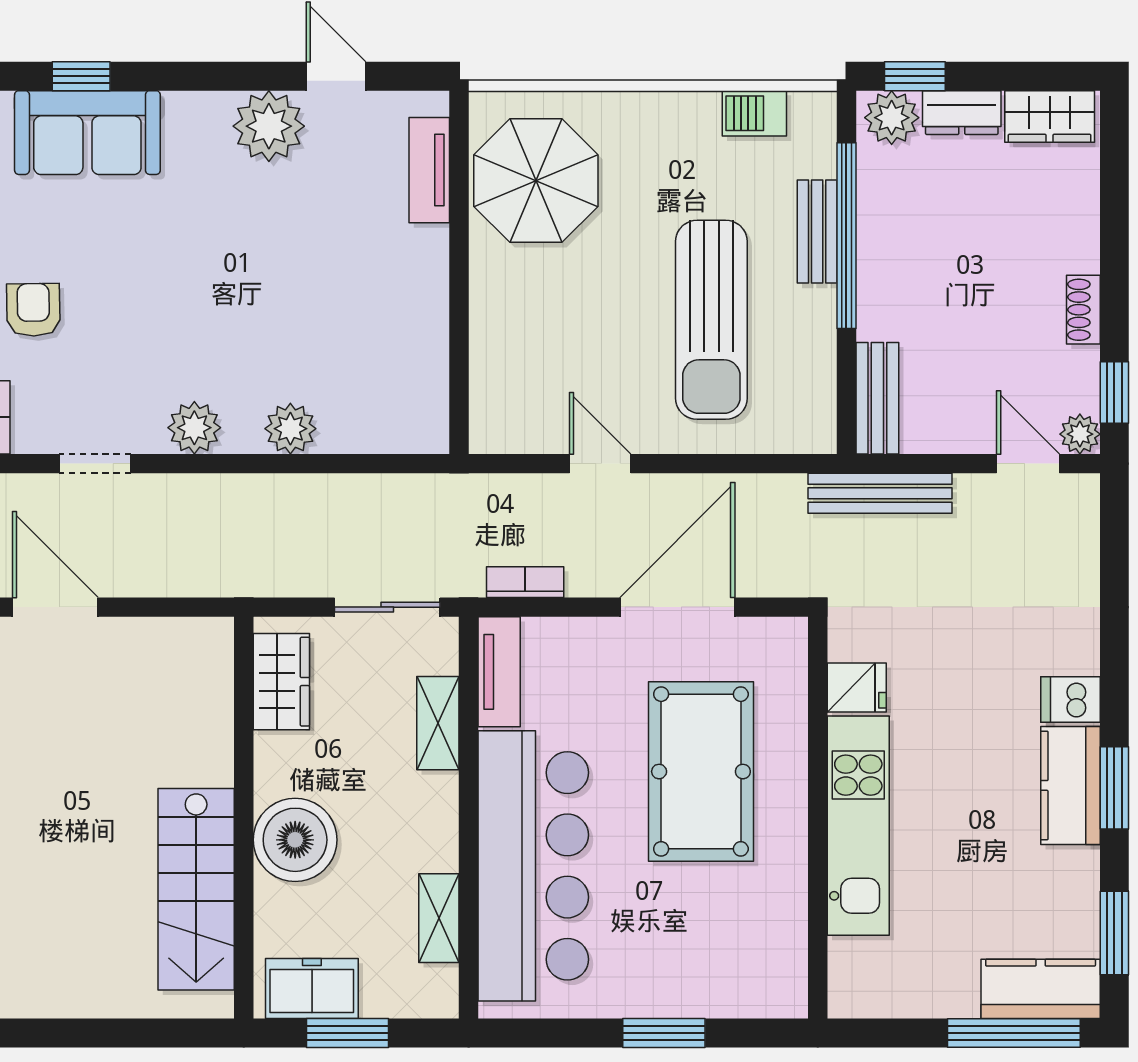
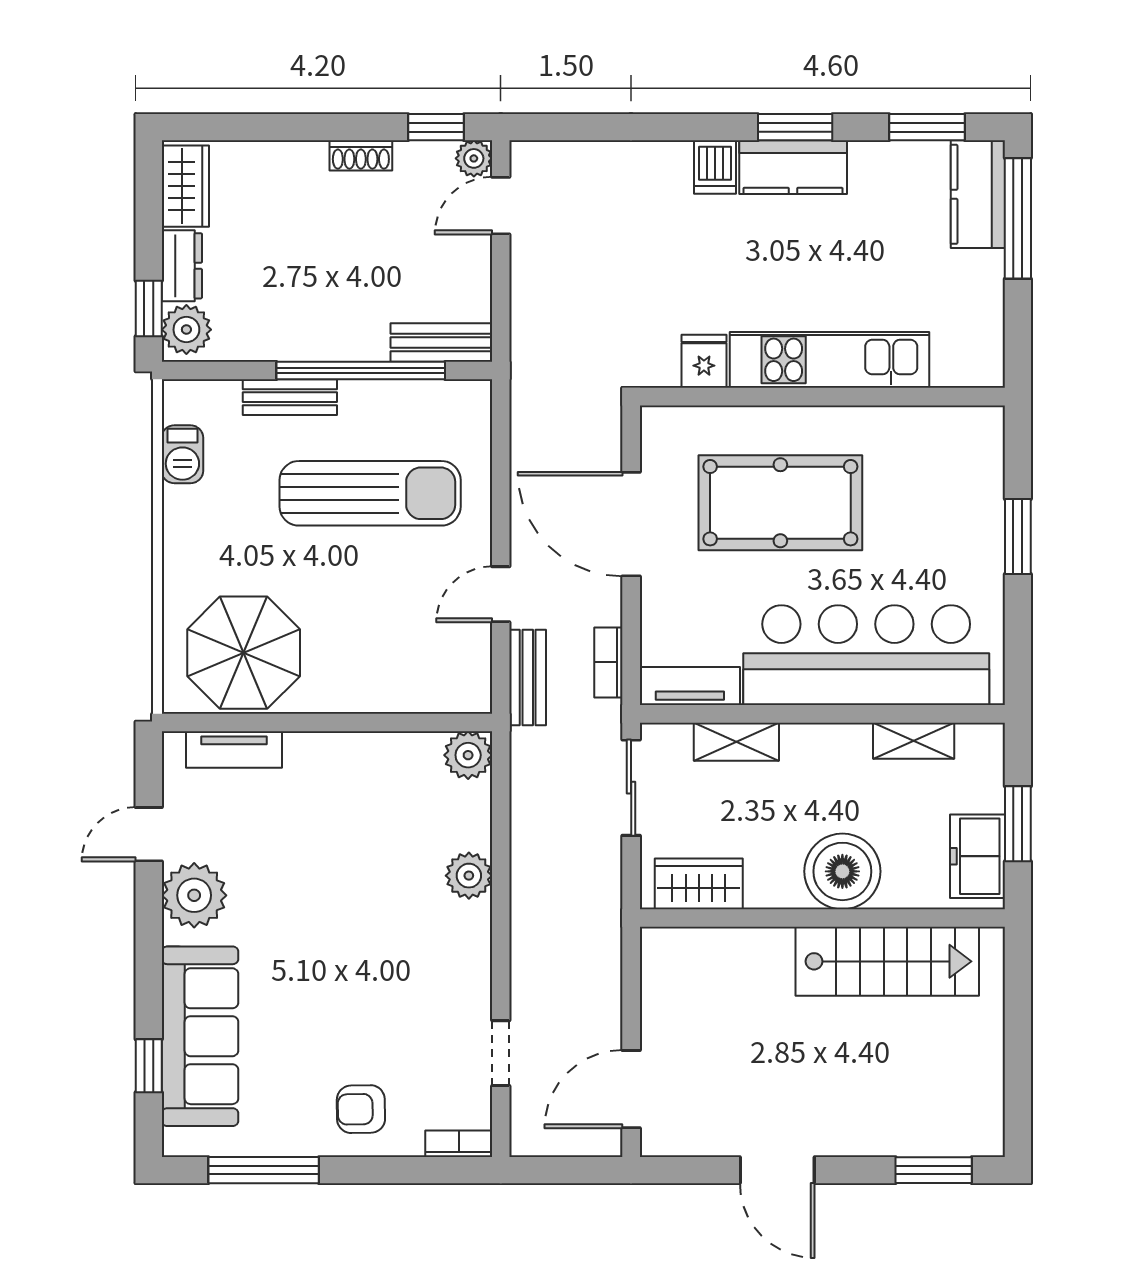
sofa: (87, 133) -> (200, 1036), width x1.36
window: (846, 236) -> (361, 371), moved
plant: (194, 428) -> (468, 755), moved
bench: (880, 493) -> (528, 677), moved, width x0.73

